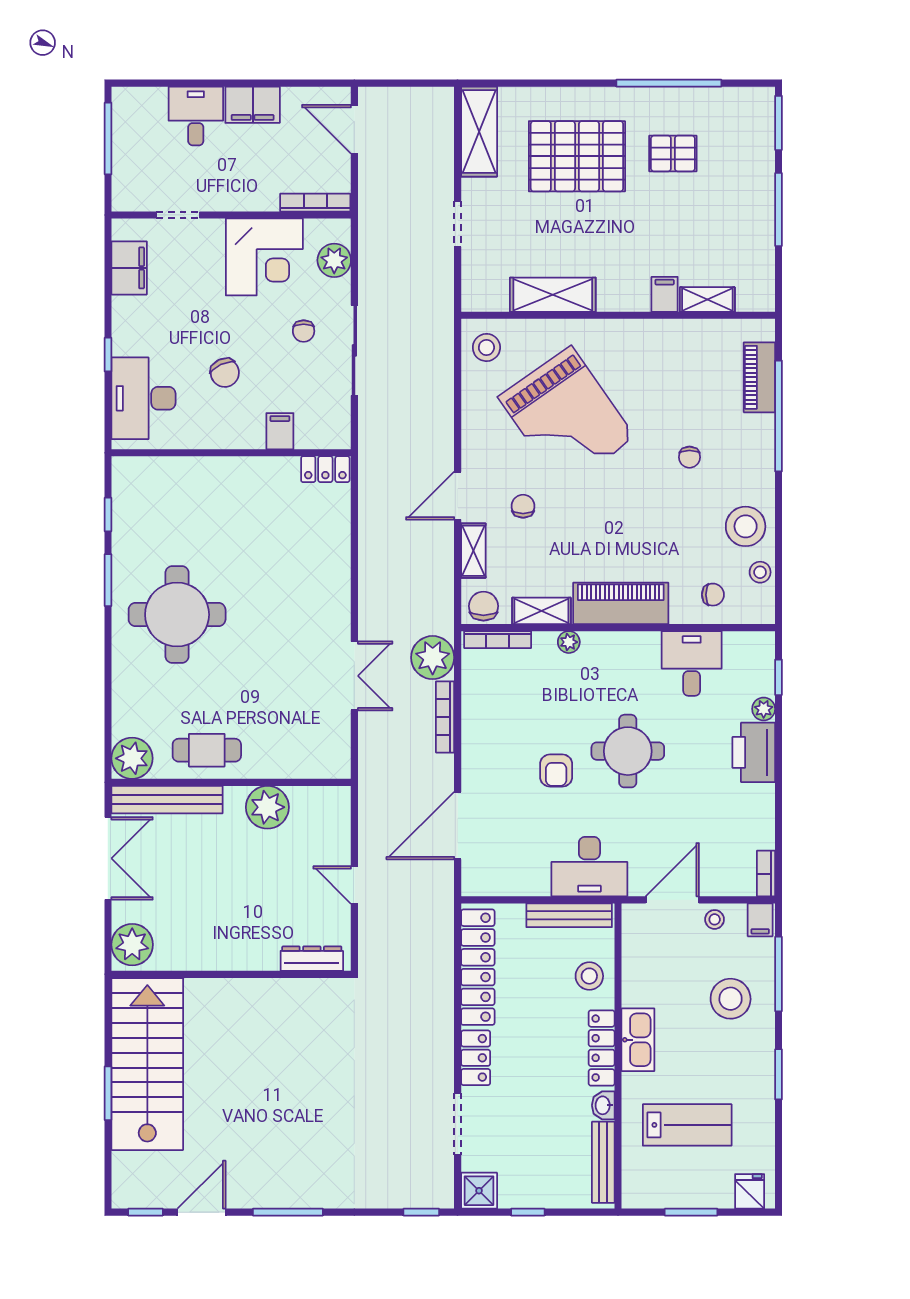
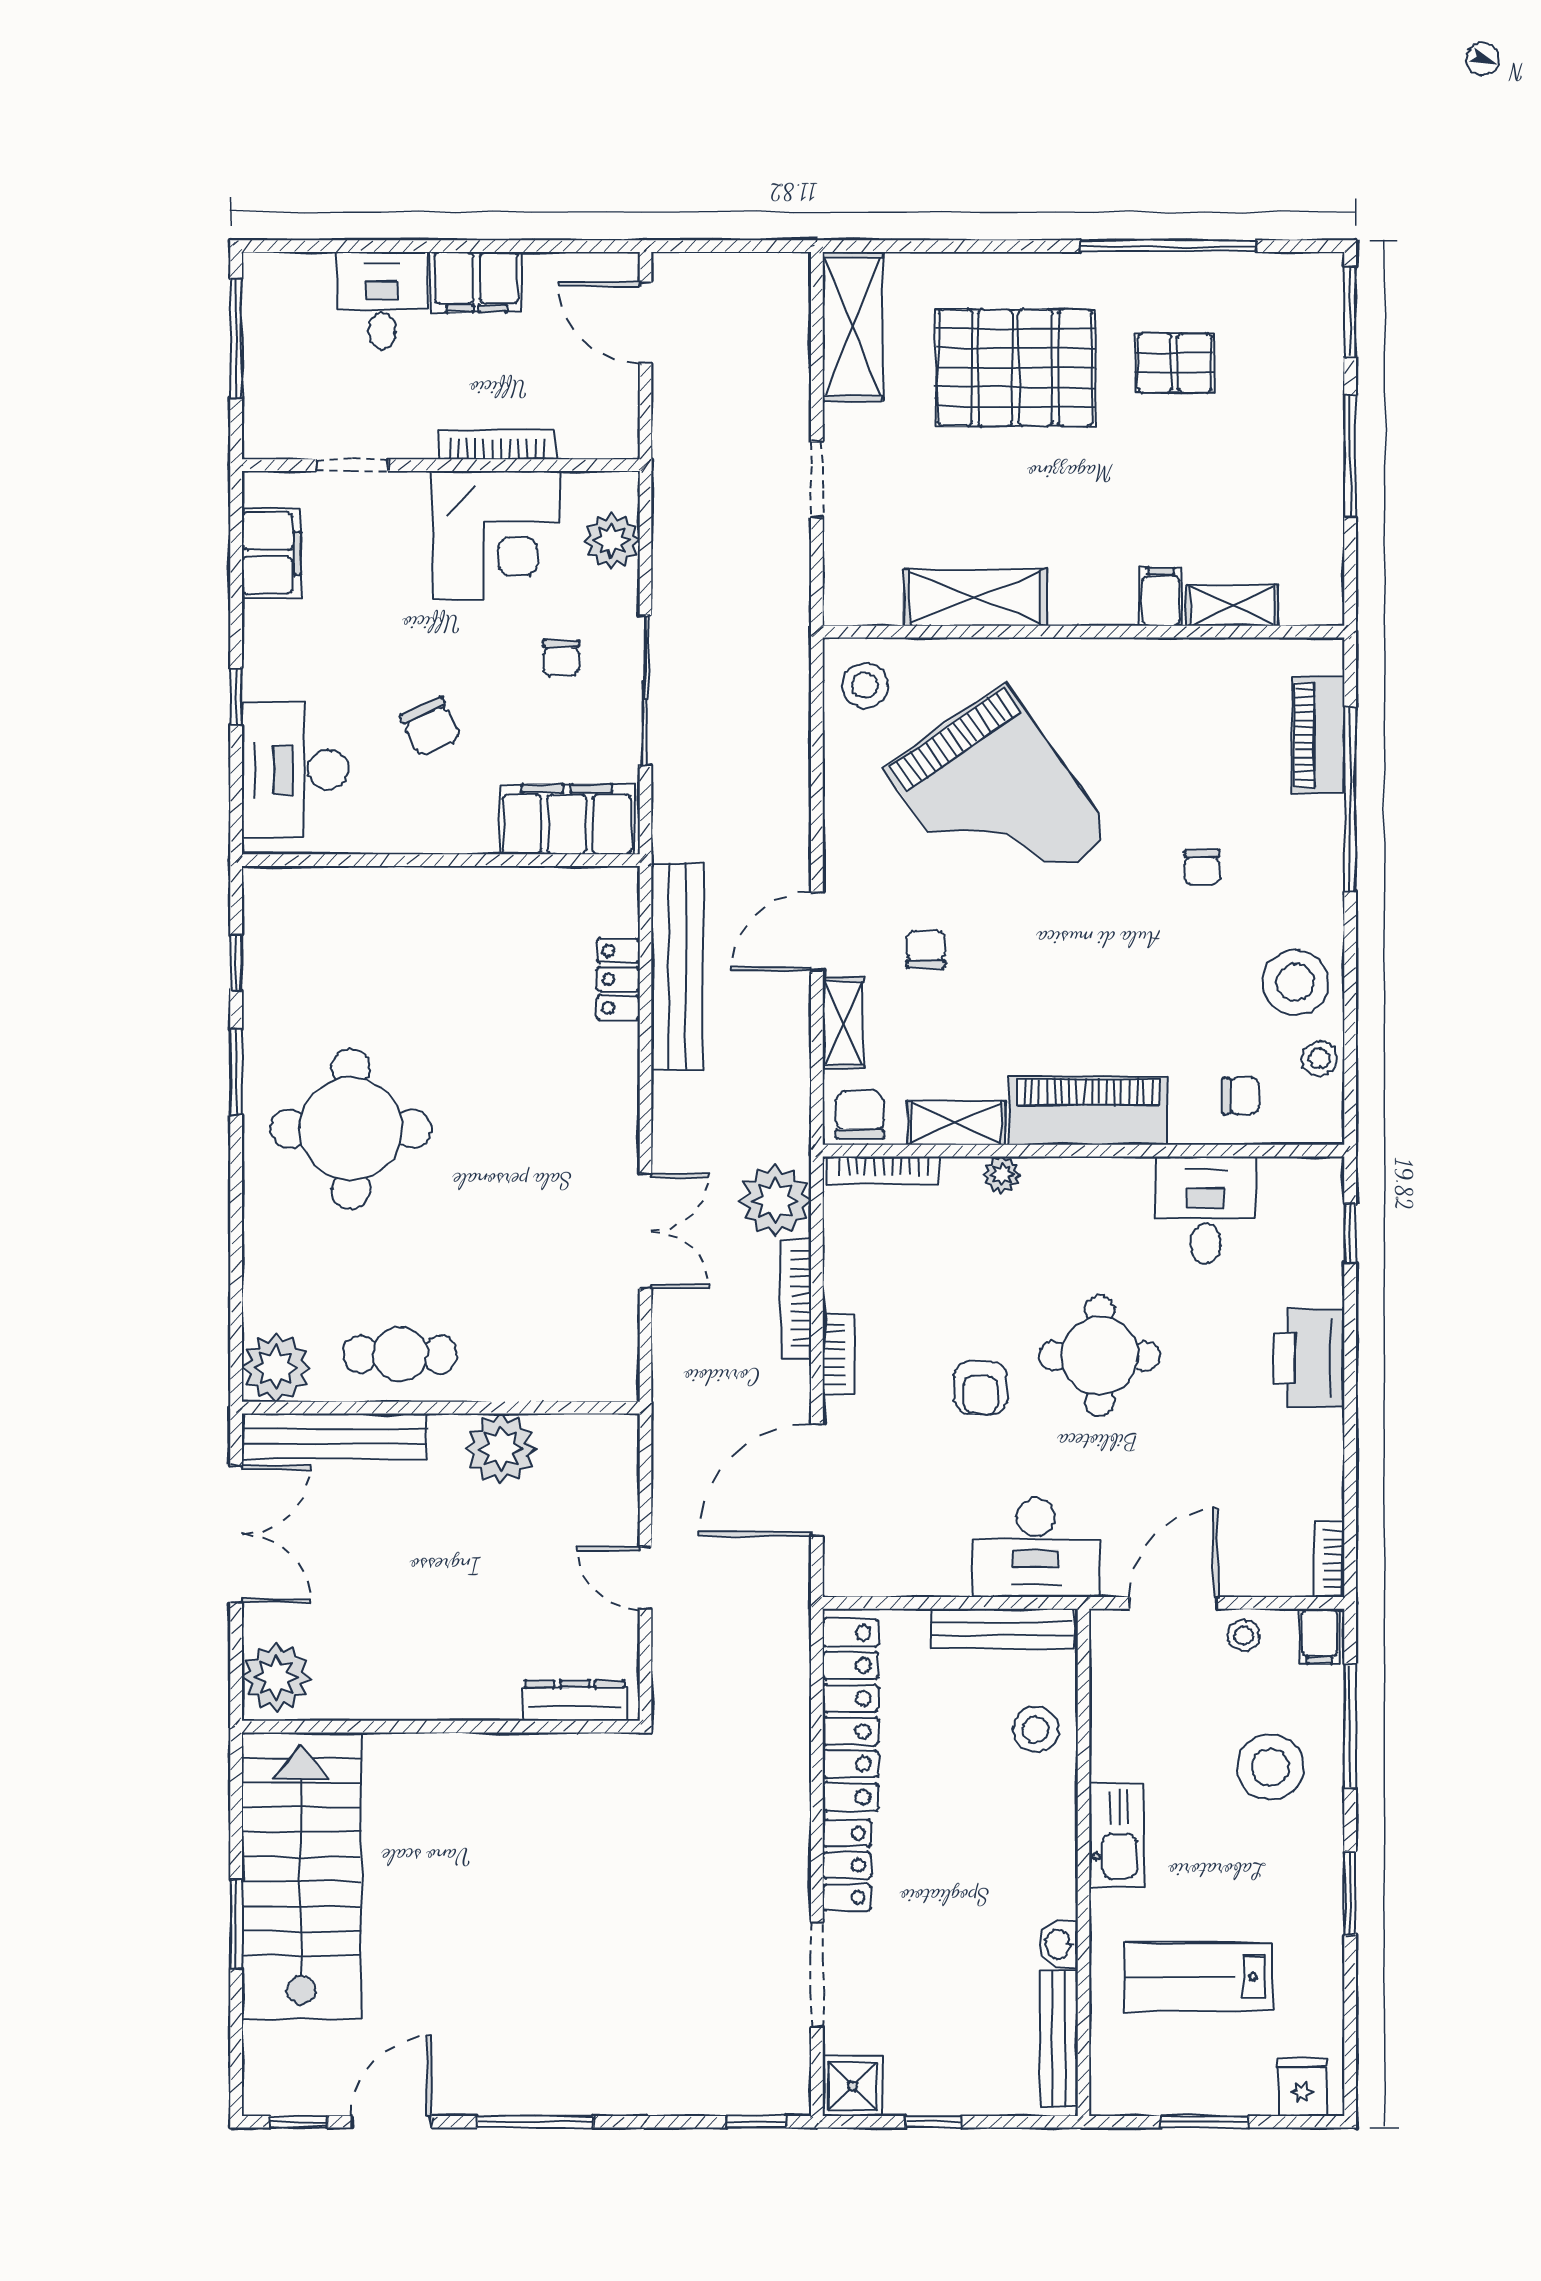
bookcase: (315, 203) -> (497, 444), moved
filing cabinet: (280, 431) -> (567, 819), width x3.00, depth x1.17
locker: (325, 469) -> (618, 979), moved, turned 90
bench: (373, 517) -> (677, 967), added
plant: (764, 709) -> (1325, 1286), removed
bookcase: (471, 750) -> (839, 1354), added
locker: (602, 1048) -> (1056, 1849), removed
lab bench: (687, 1125) -> (1198, 1977), turned 180

